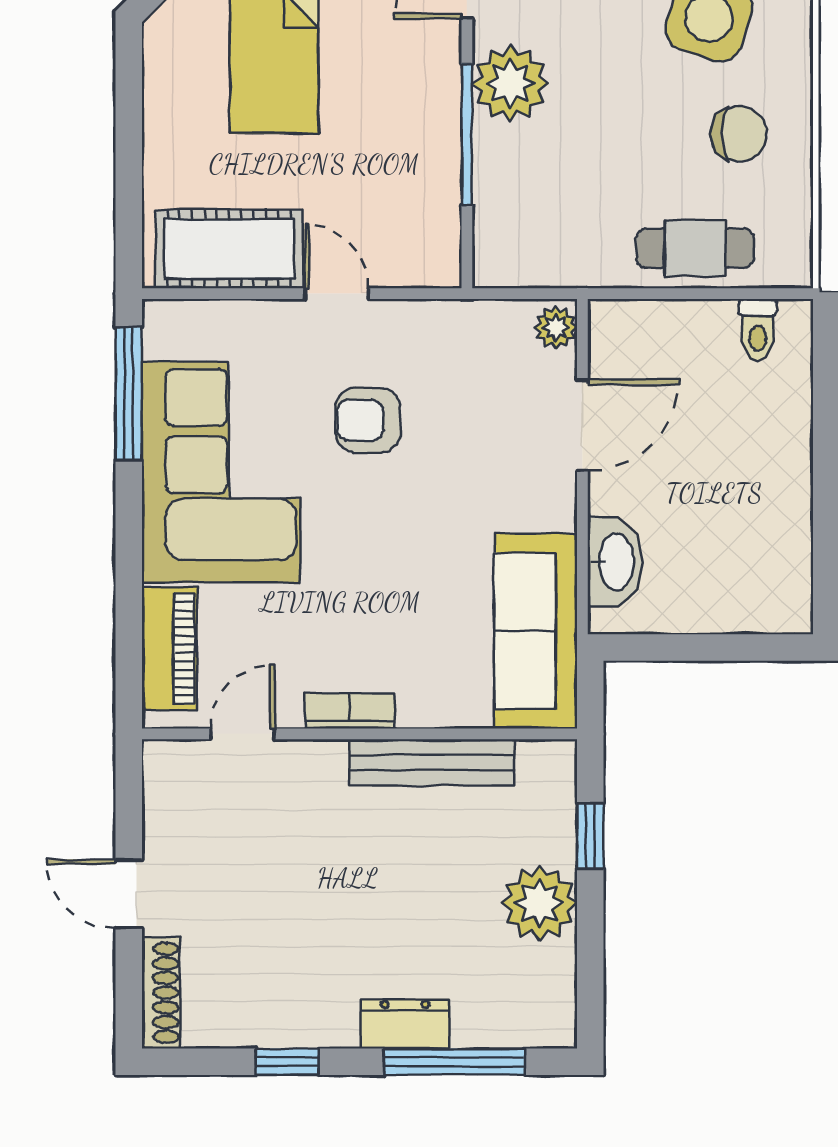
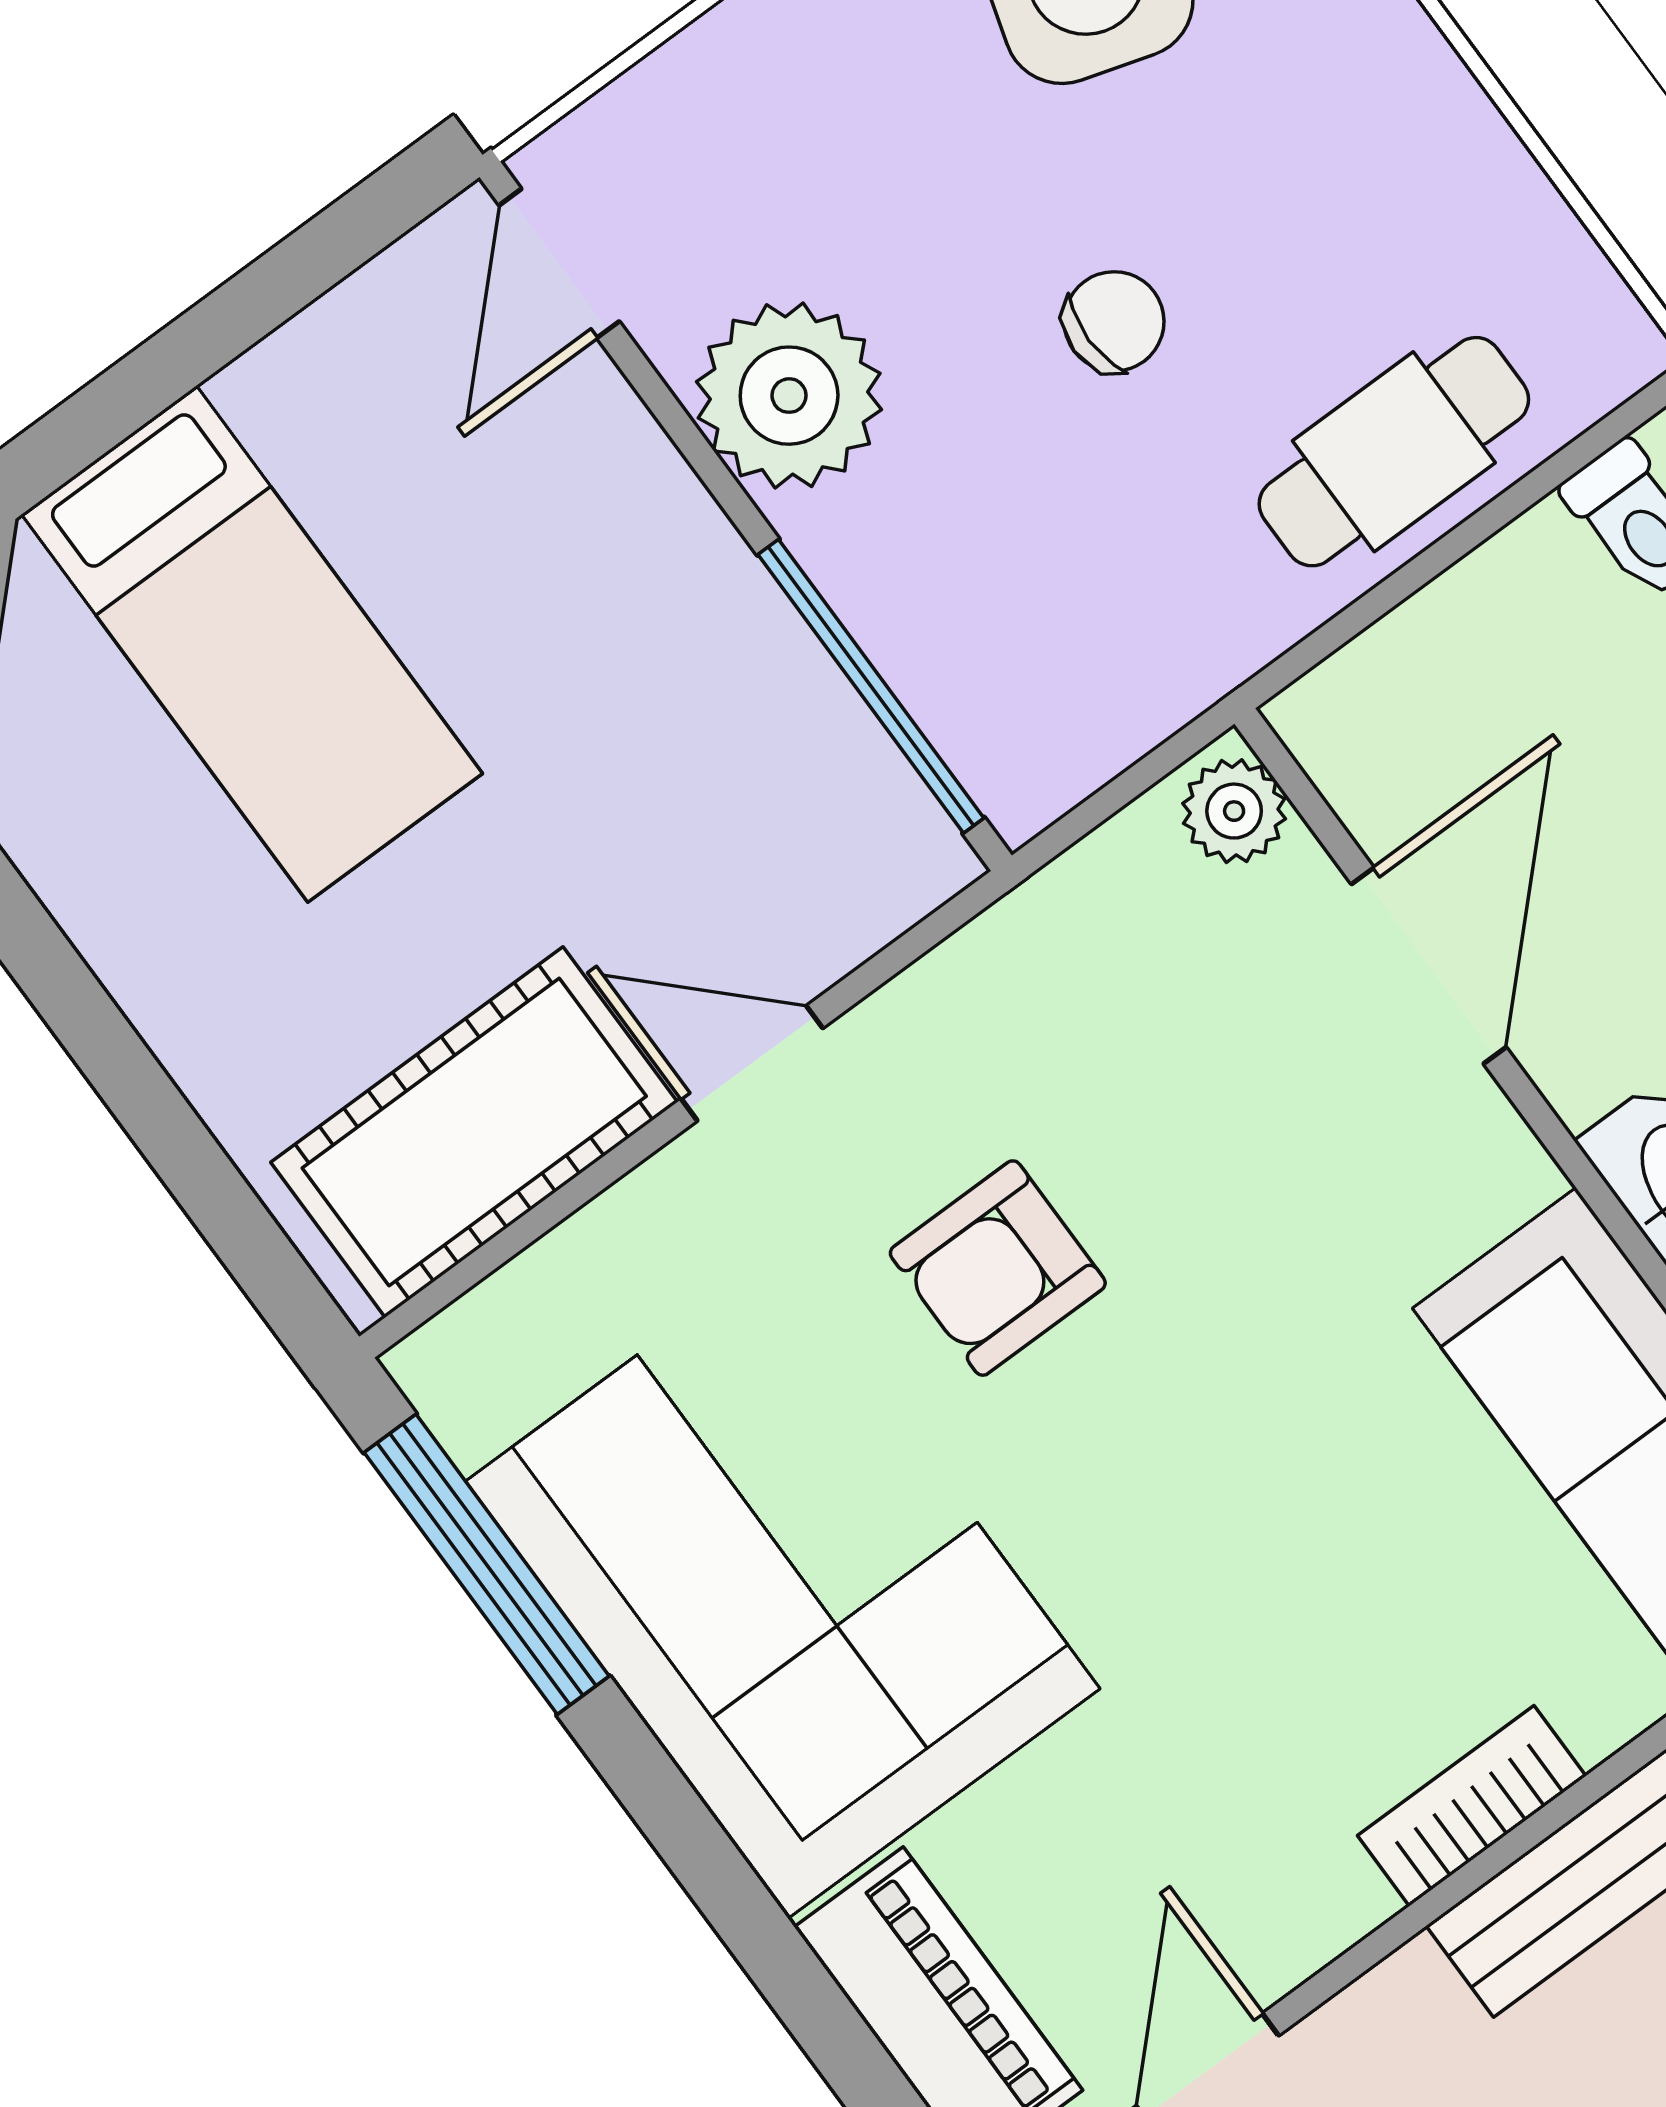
window: (467, 134) -> (871, 686), moved
chair: (739, 134) -> (1114, 321), moved, width x0.73, depth x0.73
bookcase: (350, 711) -> (1472, 1806), moved

